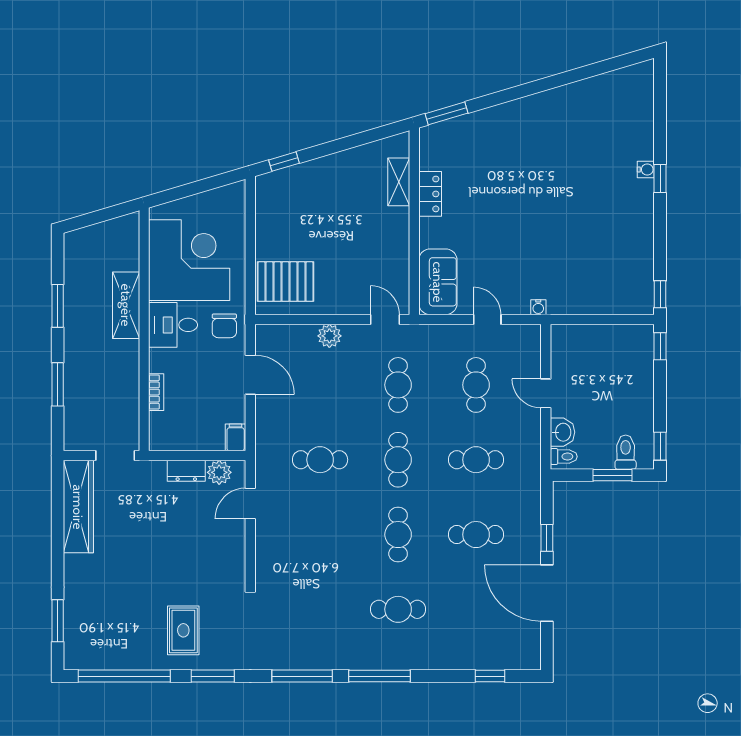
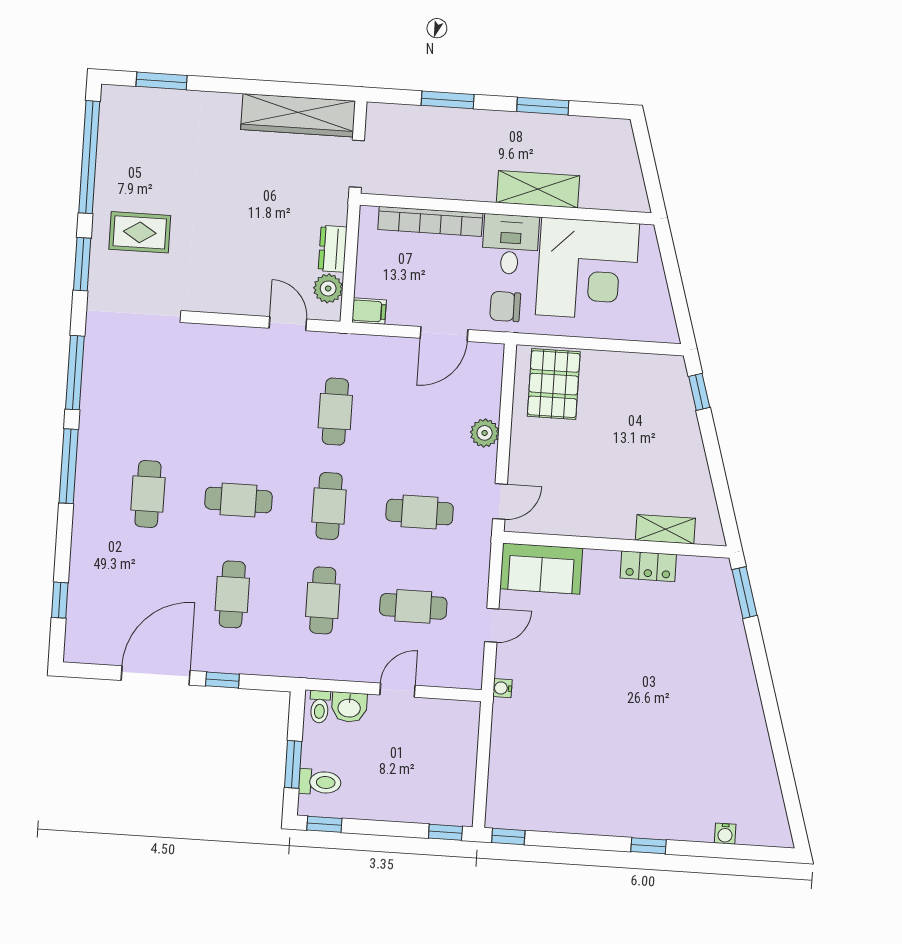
water cooler: (646, 170) -> (725, 834), moved
bookcase: (156, 392) -> (430, 221), width x2.31, depth x1.31
cafe table: (398, 460) -> (329, 506), turned 90

